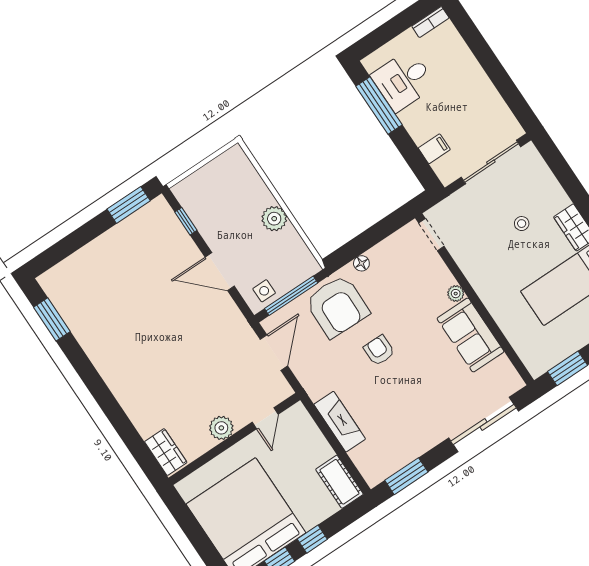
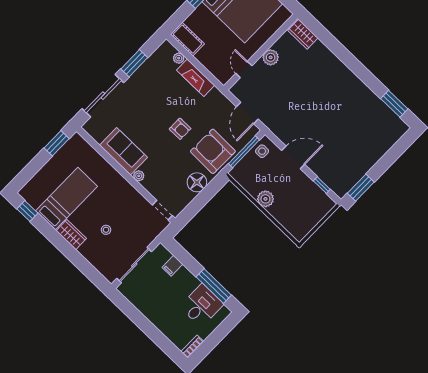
floor lamp: (361, 263) -> (197, 182), width x1.89, depth x1.89
plant: (359, 456) -> (179, 58), added
window: (406, 476) -> (134, 63), moved

